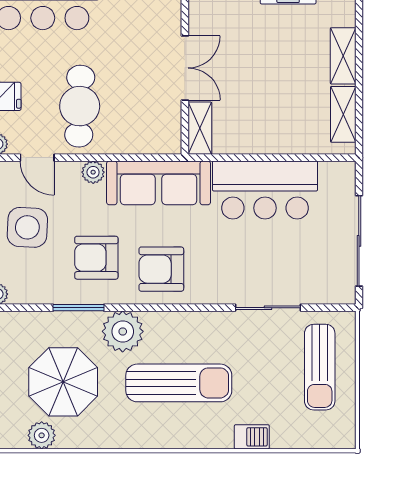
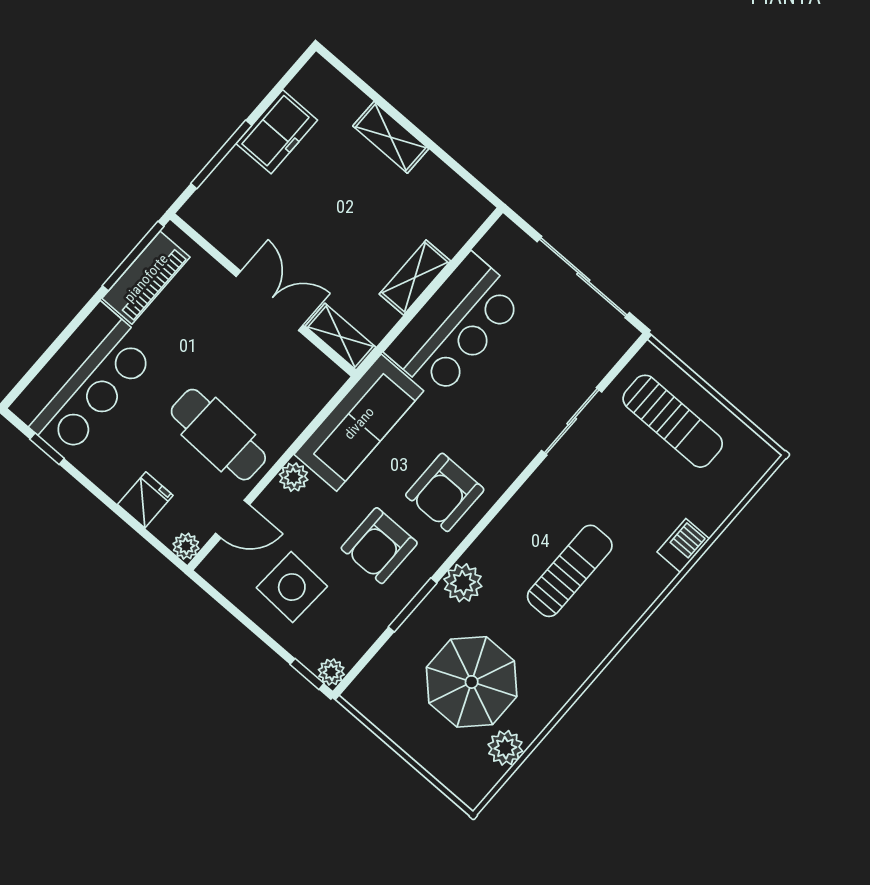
shelving: (343, 114) -> (415, 277), moved, turned 90
plant: (123, 331) -> (463, 583), width x0.73, depth x0.73
sun lounger: (179, 383) -> (570, 571), width x0.73, depth x0.75

